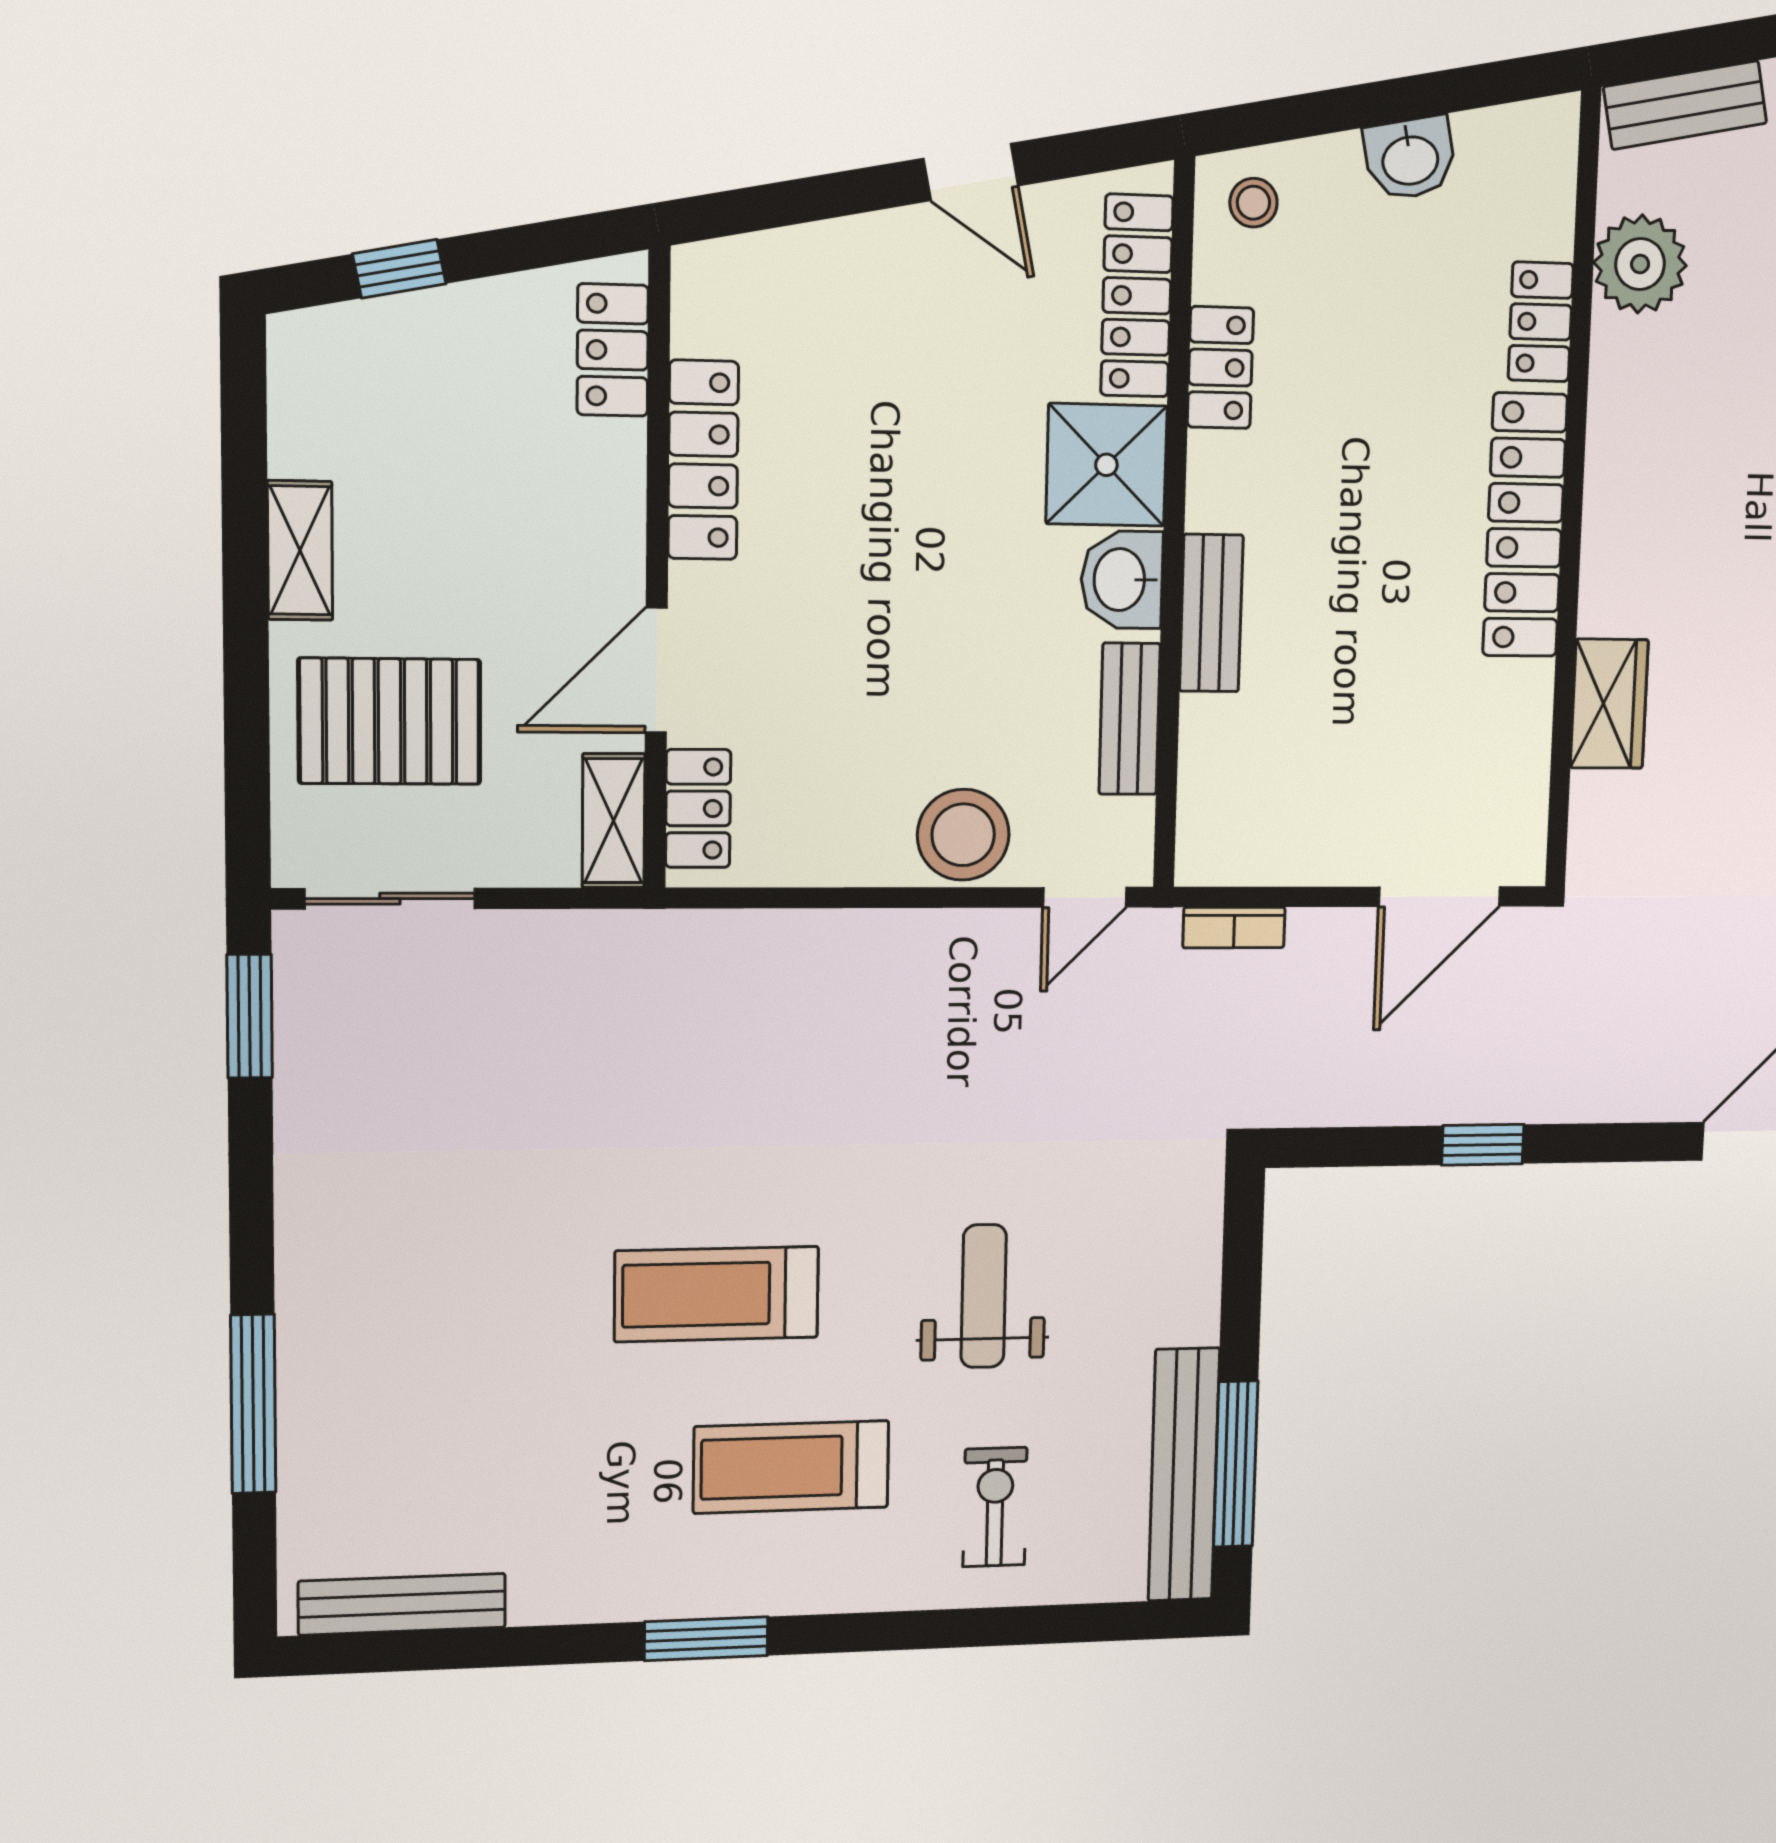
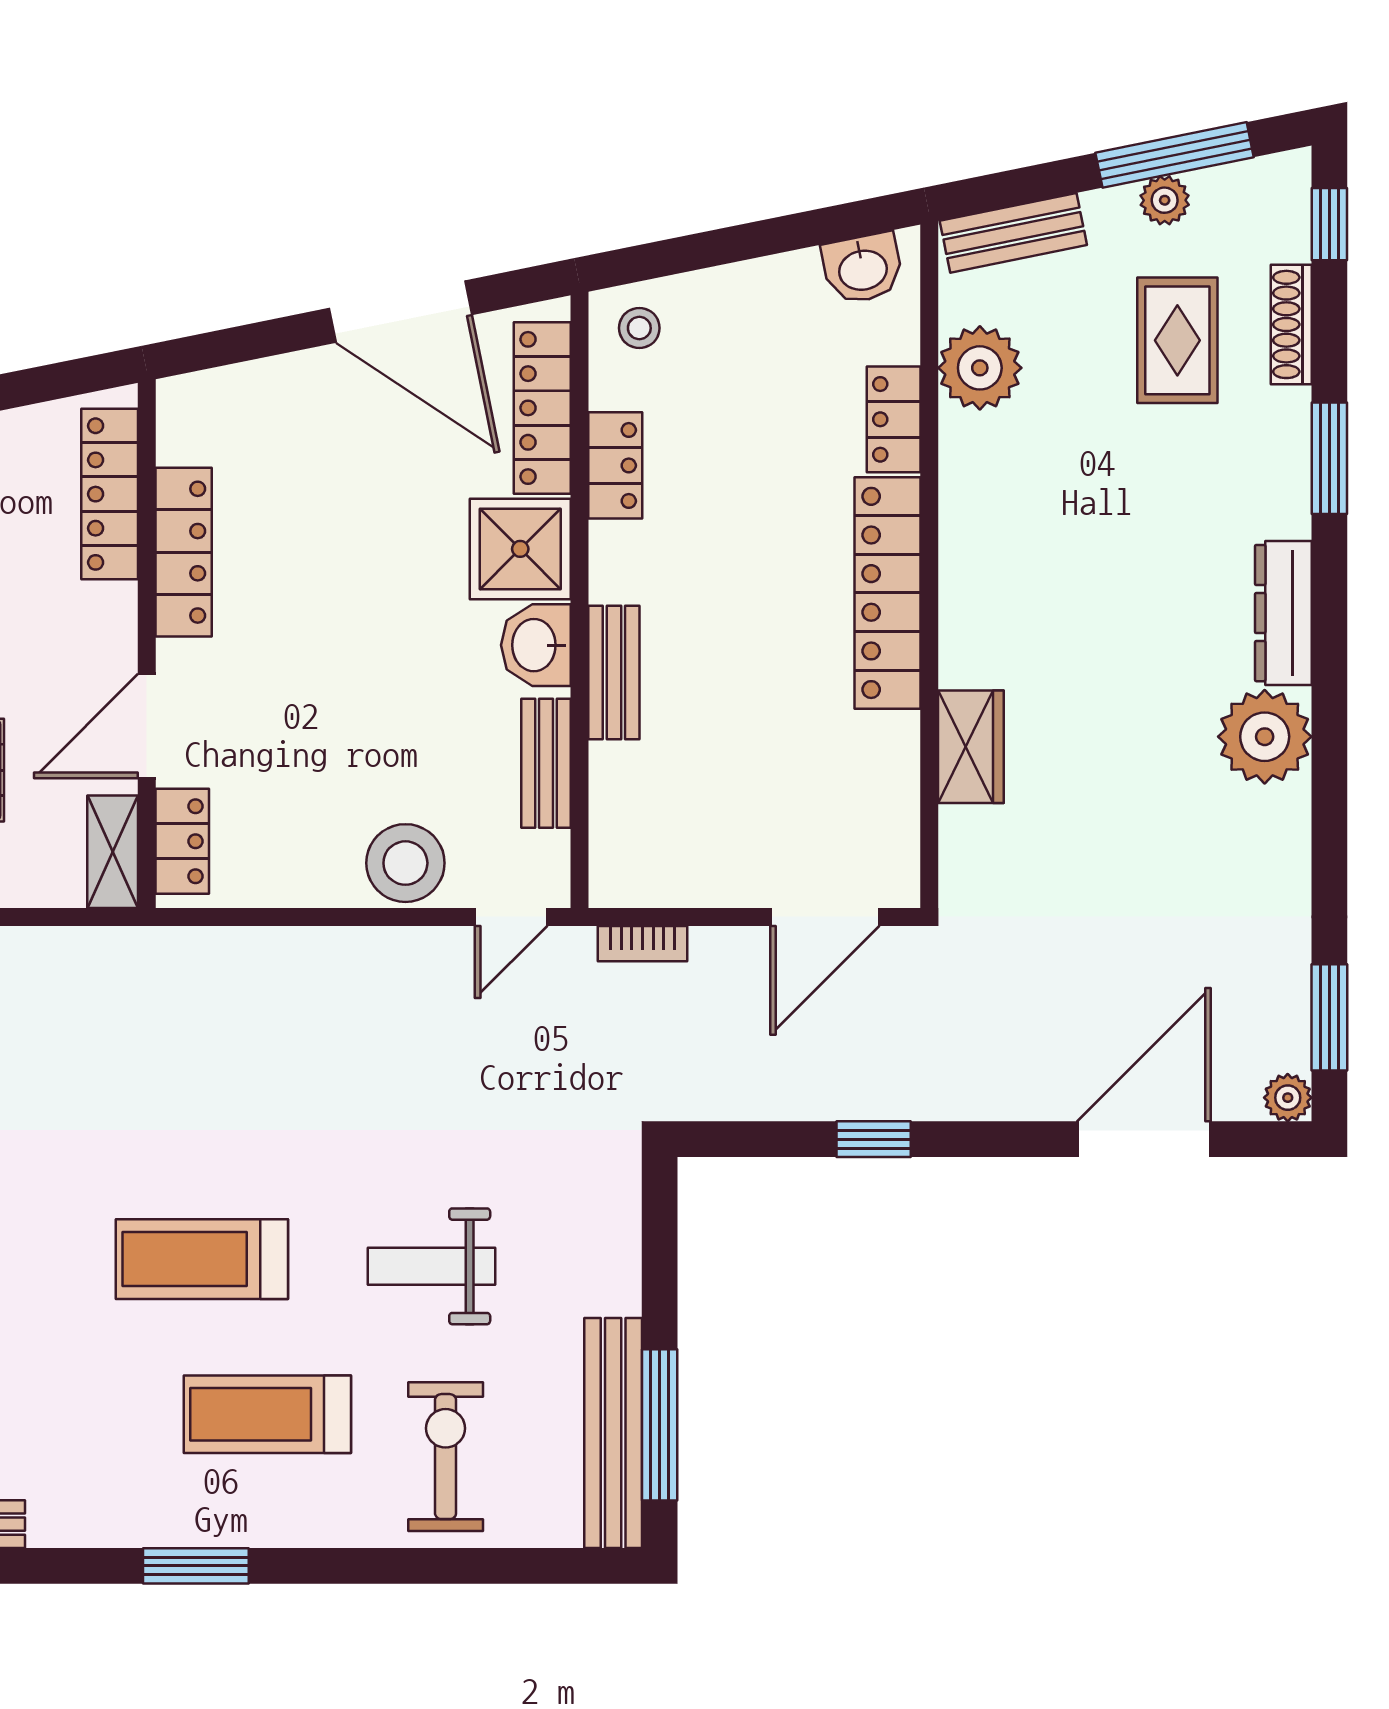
washbasin: (1410, 158) -> (863, 268), moved
door: (971, 172) -> (400, 312), width x1.88
locker: (613, 350) -> (110, 494), width x1.53
weight bench: (984, 1296) -> (431, 1266), turned -90
exercise bike: (995, 1507) -> (446, 1457), width x1.38, depth x1.39

